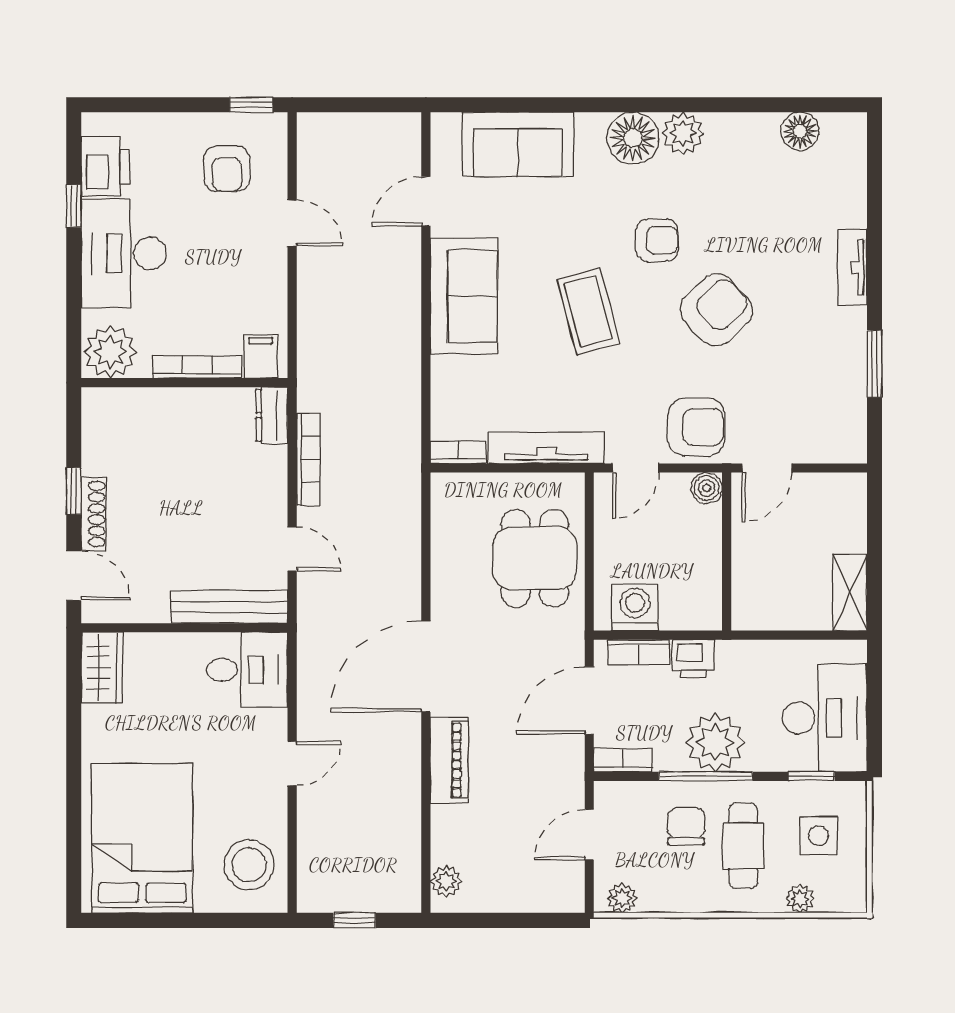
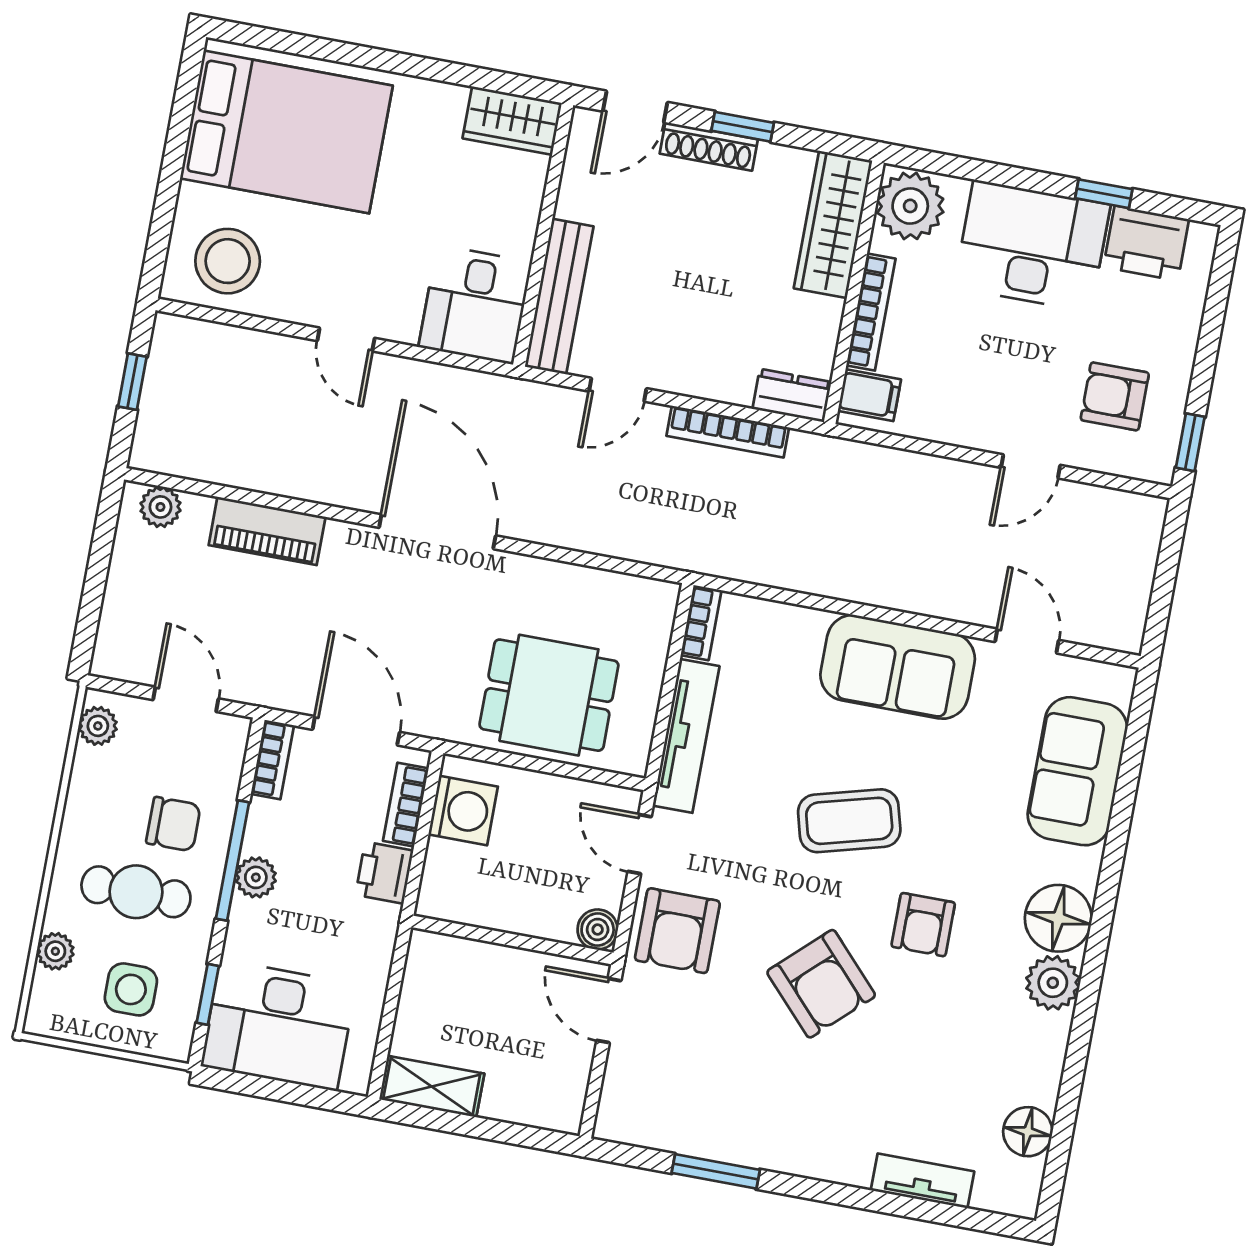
tv unit: (853, 267) -> (923, 1181), moved
wardrobe: (135, 408) -> (833, 224), added
plant: (715, 742) -> (256, 877), width x0.53, depth x0.53
piano: (449, 760) -> (267, 531), moved

